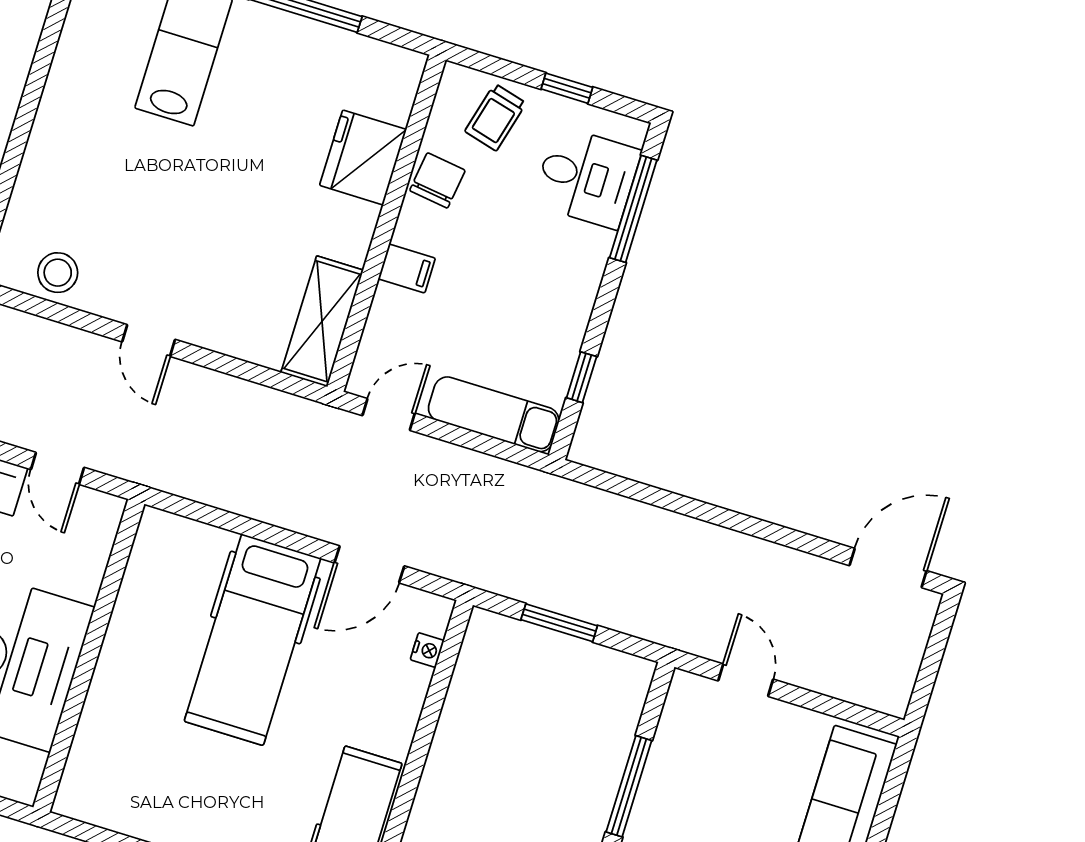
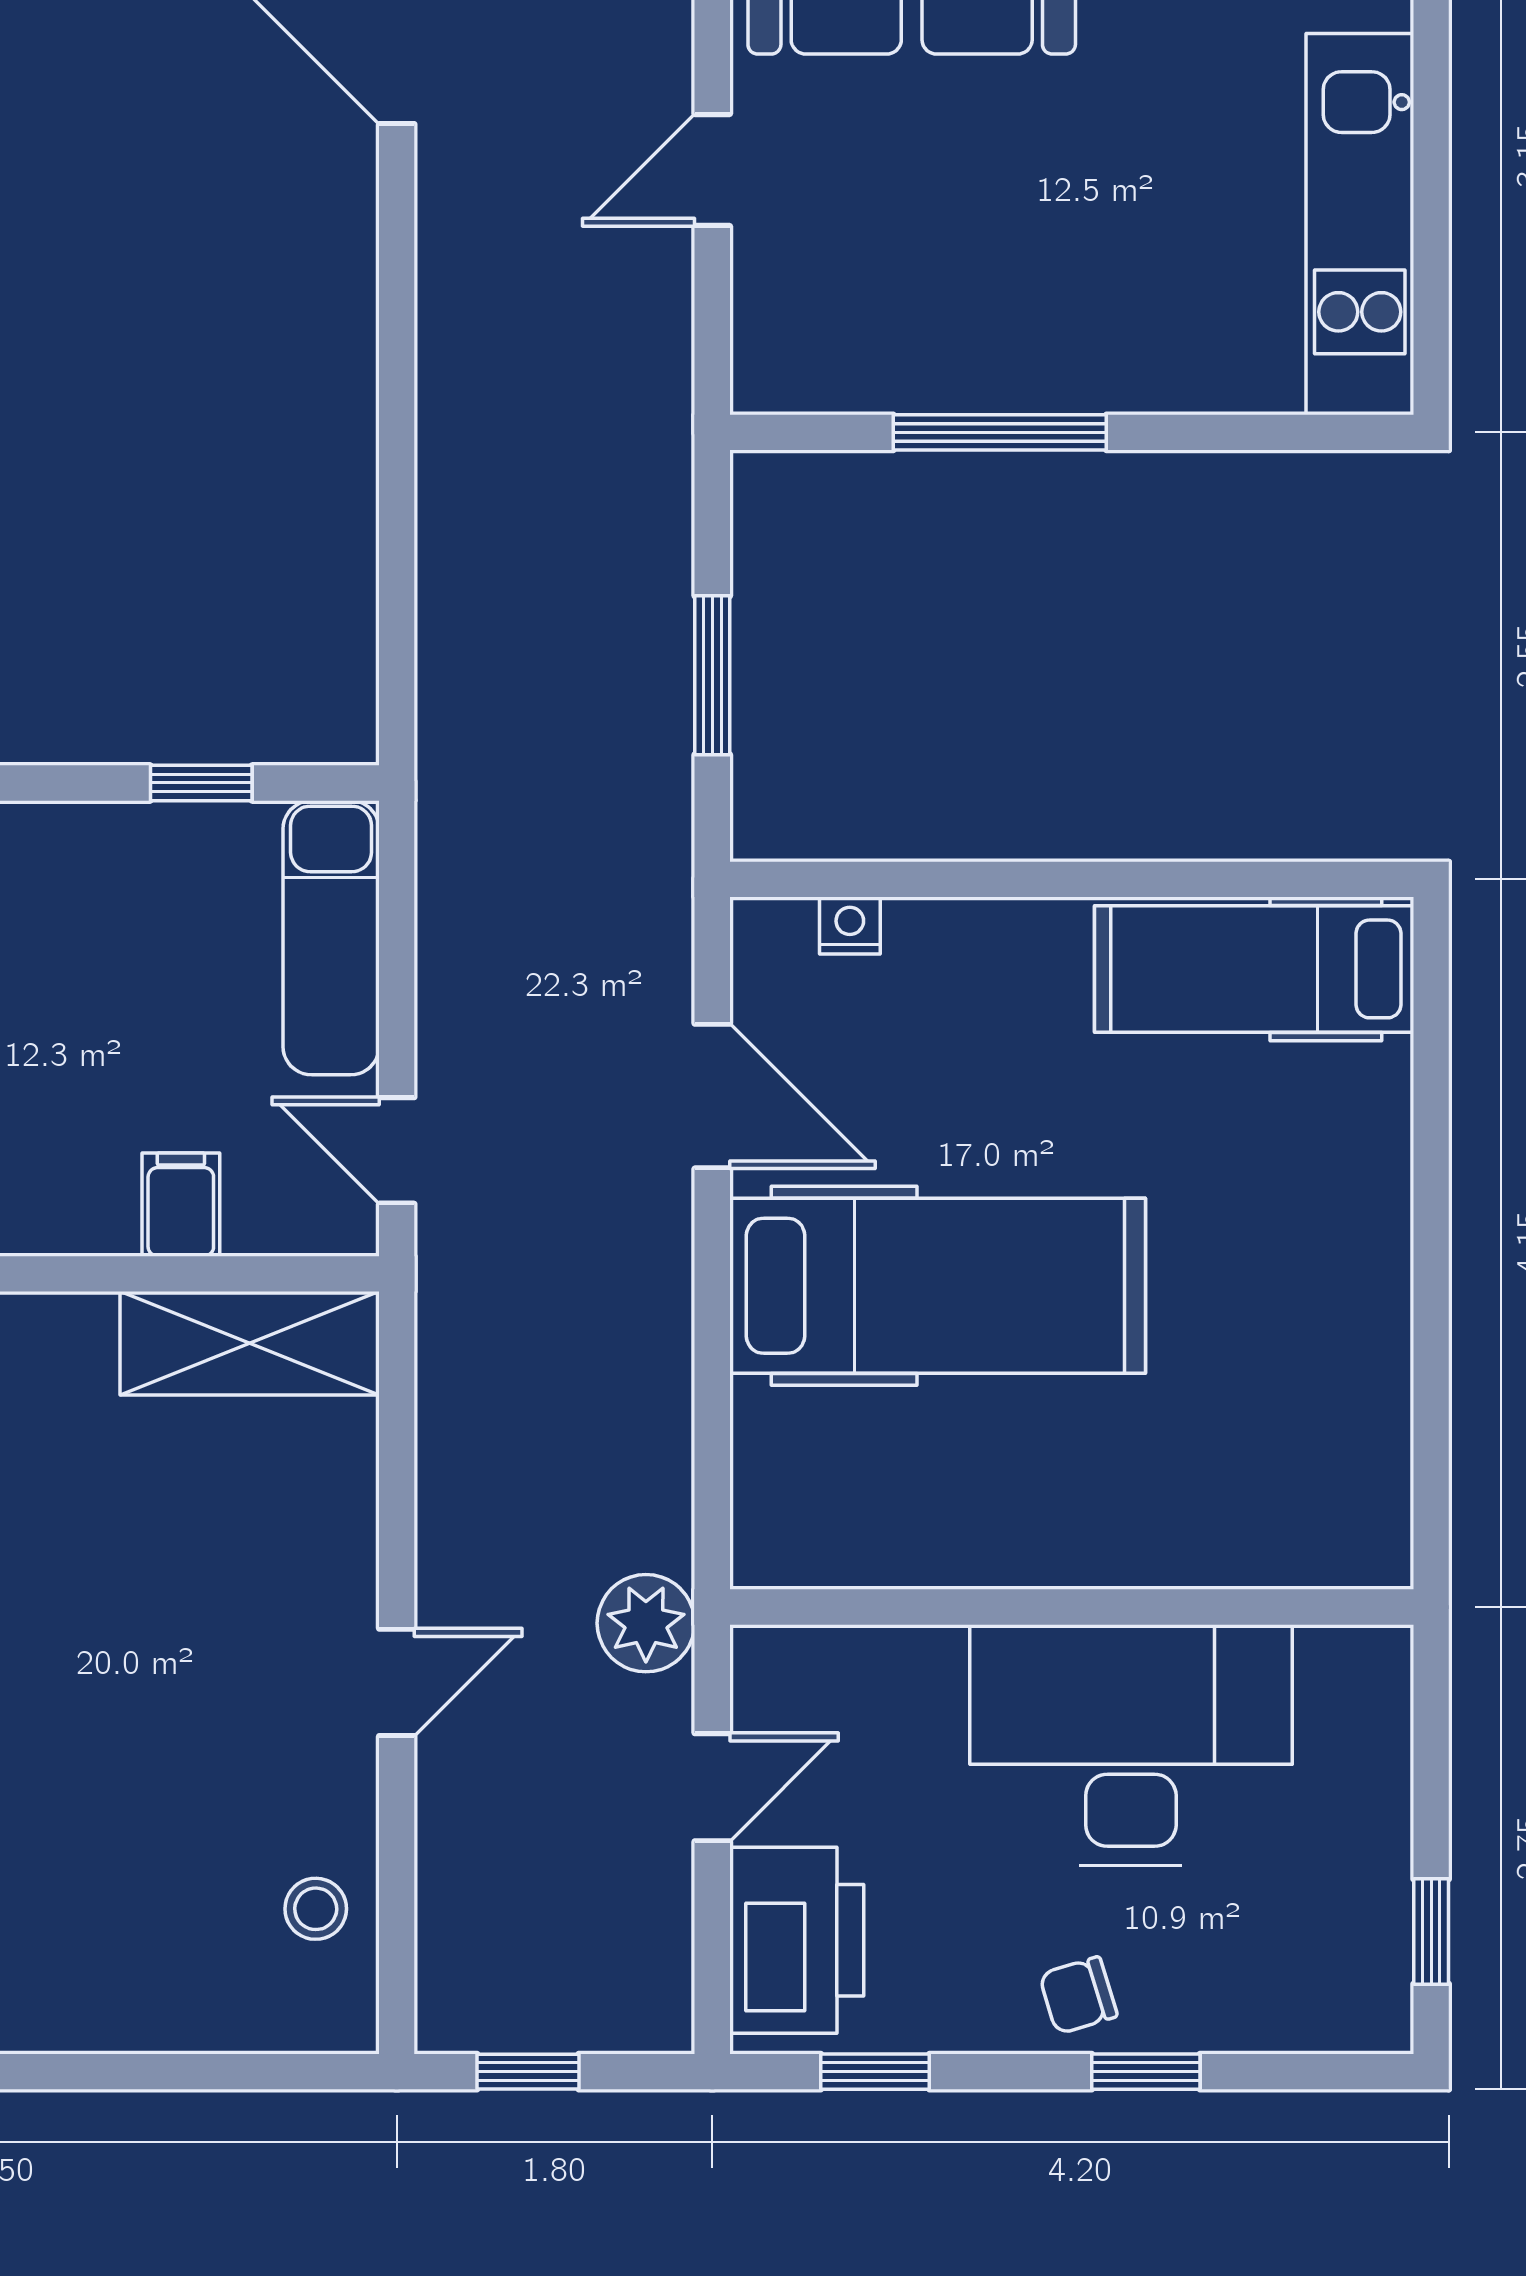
filing cabinet: (407, 268) -> (181, 1205), moved
stool: (58, 273) -> (316, 1909), width x0.73, depth x0.73
plant: (141, 461) -> (646, 1623), added
door: (746, 680) -> (712, 170), moved

